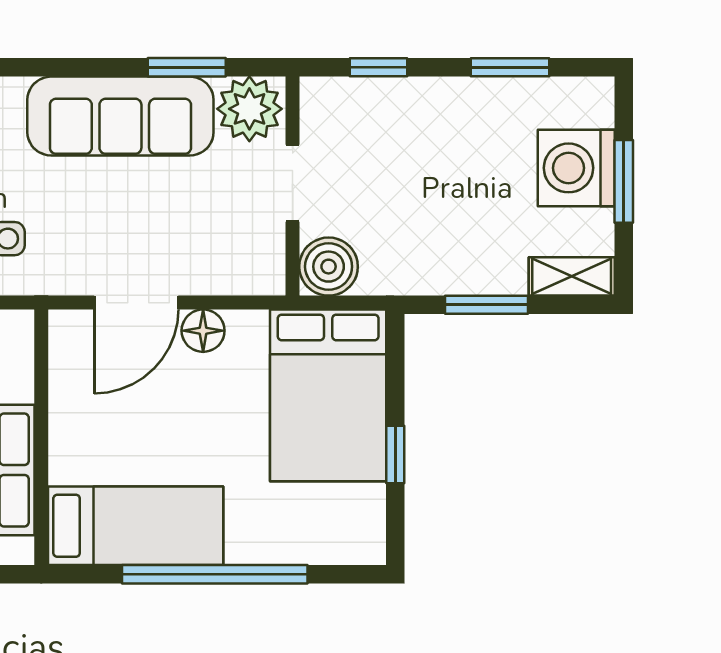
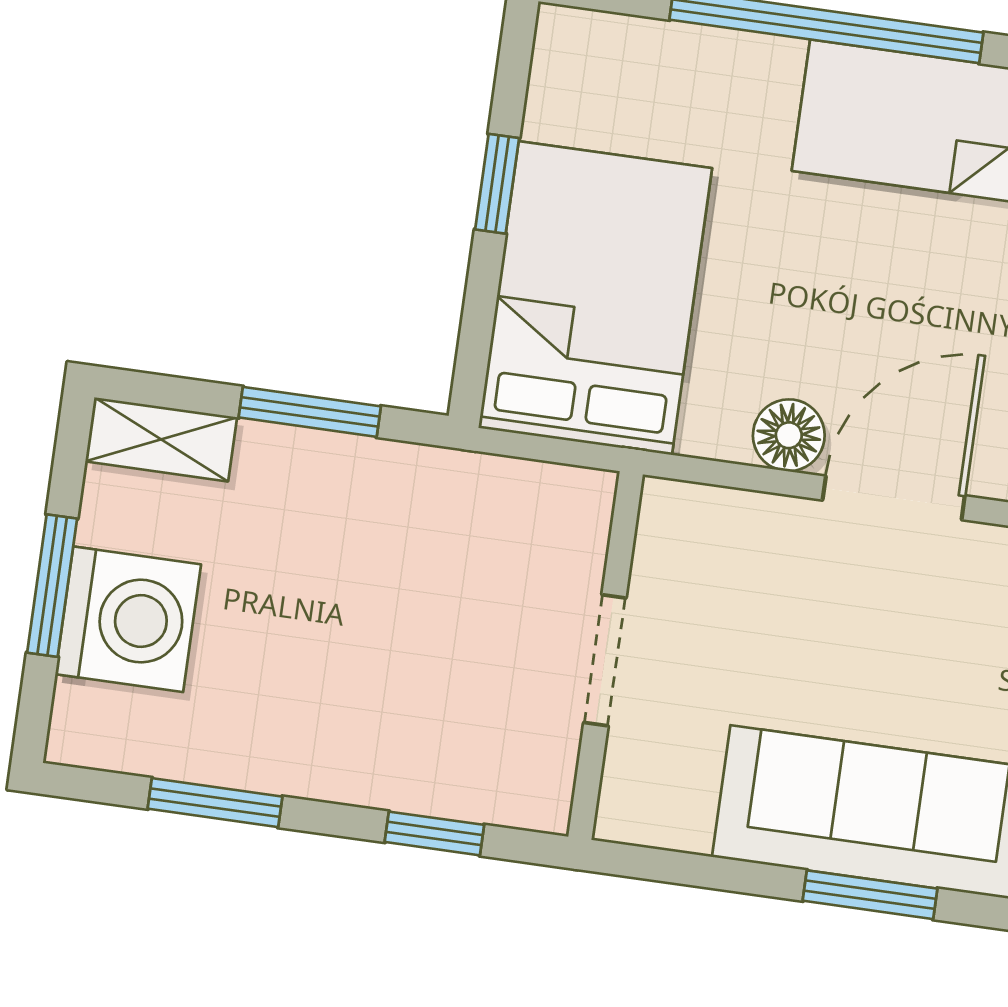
window: (187, 67) -> (870, 895), moved
plant: (249, 109) -> (659, 794), removed
boiler: (329, 267) -> (564, 513), removed

